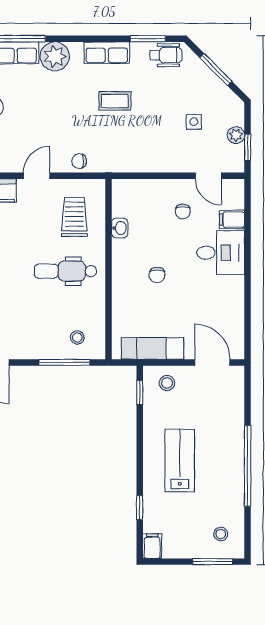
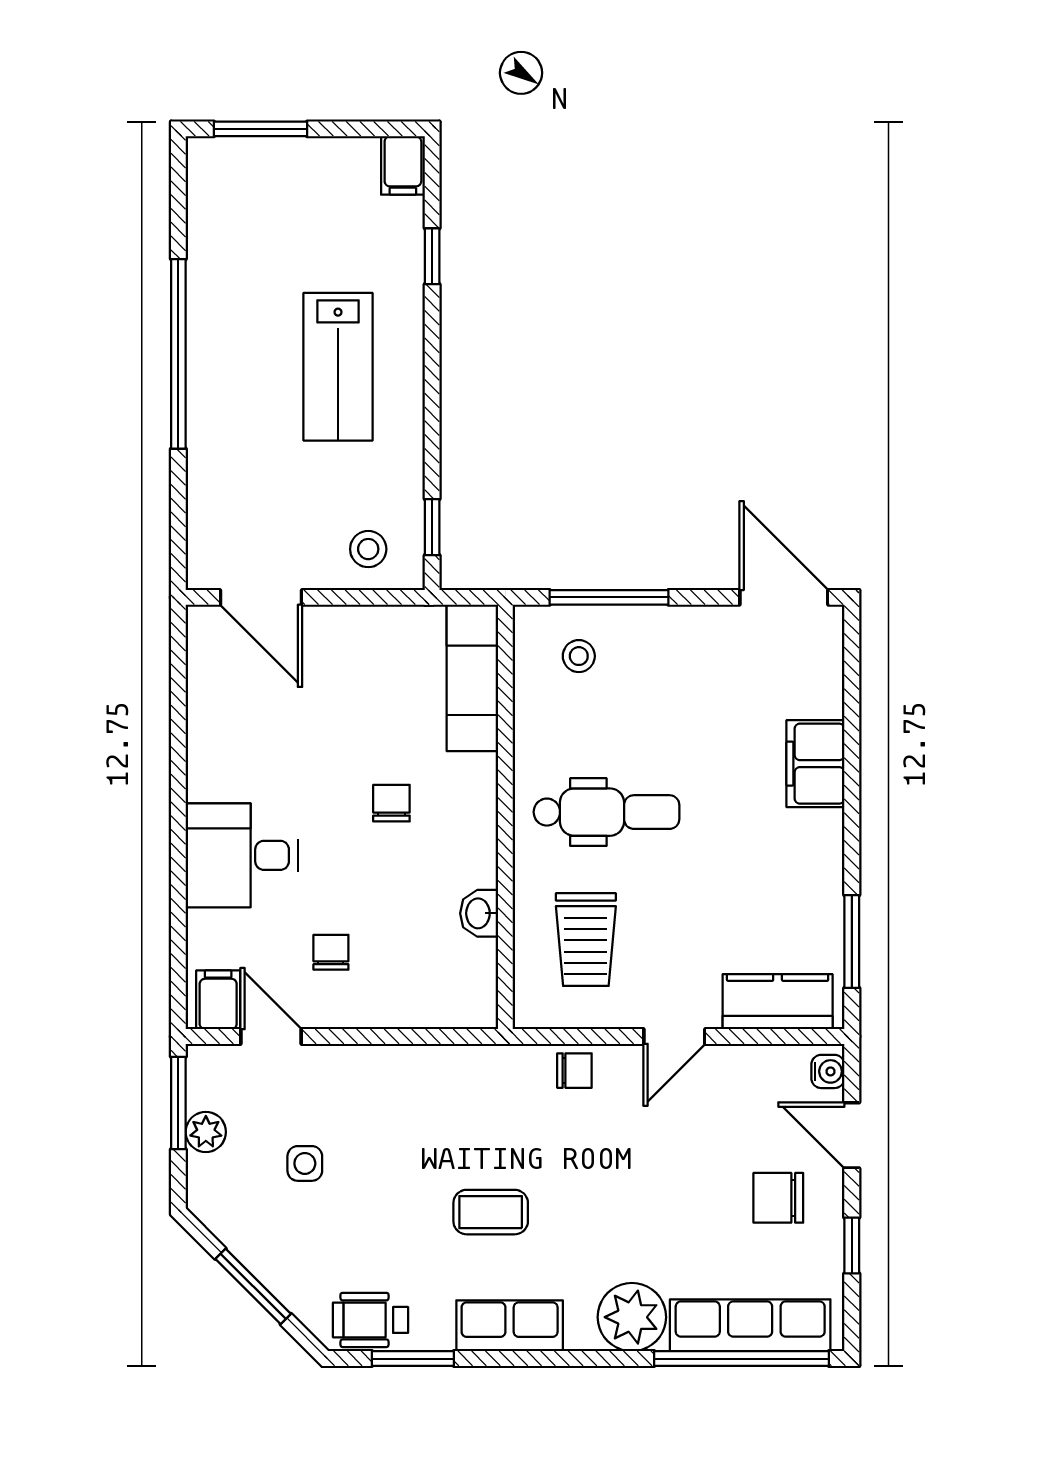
window: (248, 147) -> (178, 1103), width x1.50
filing cabinet: (232, 220) -> (218, 1000), moved, turned -90
exam couch: (152, 348) -> (472, 678), moved, turned 90
stool: (221, 534) -> (241, 194), removed

